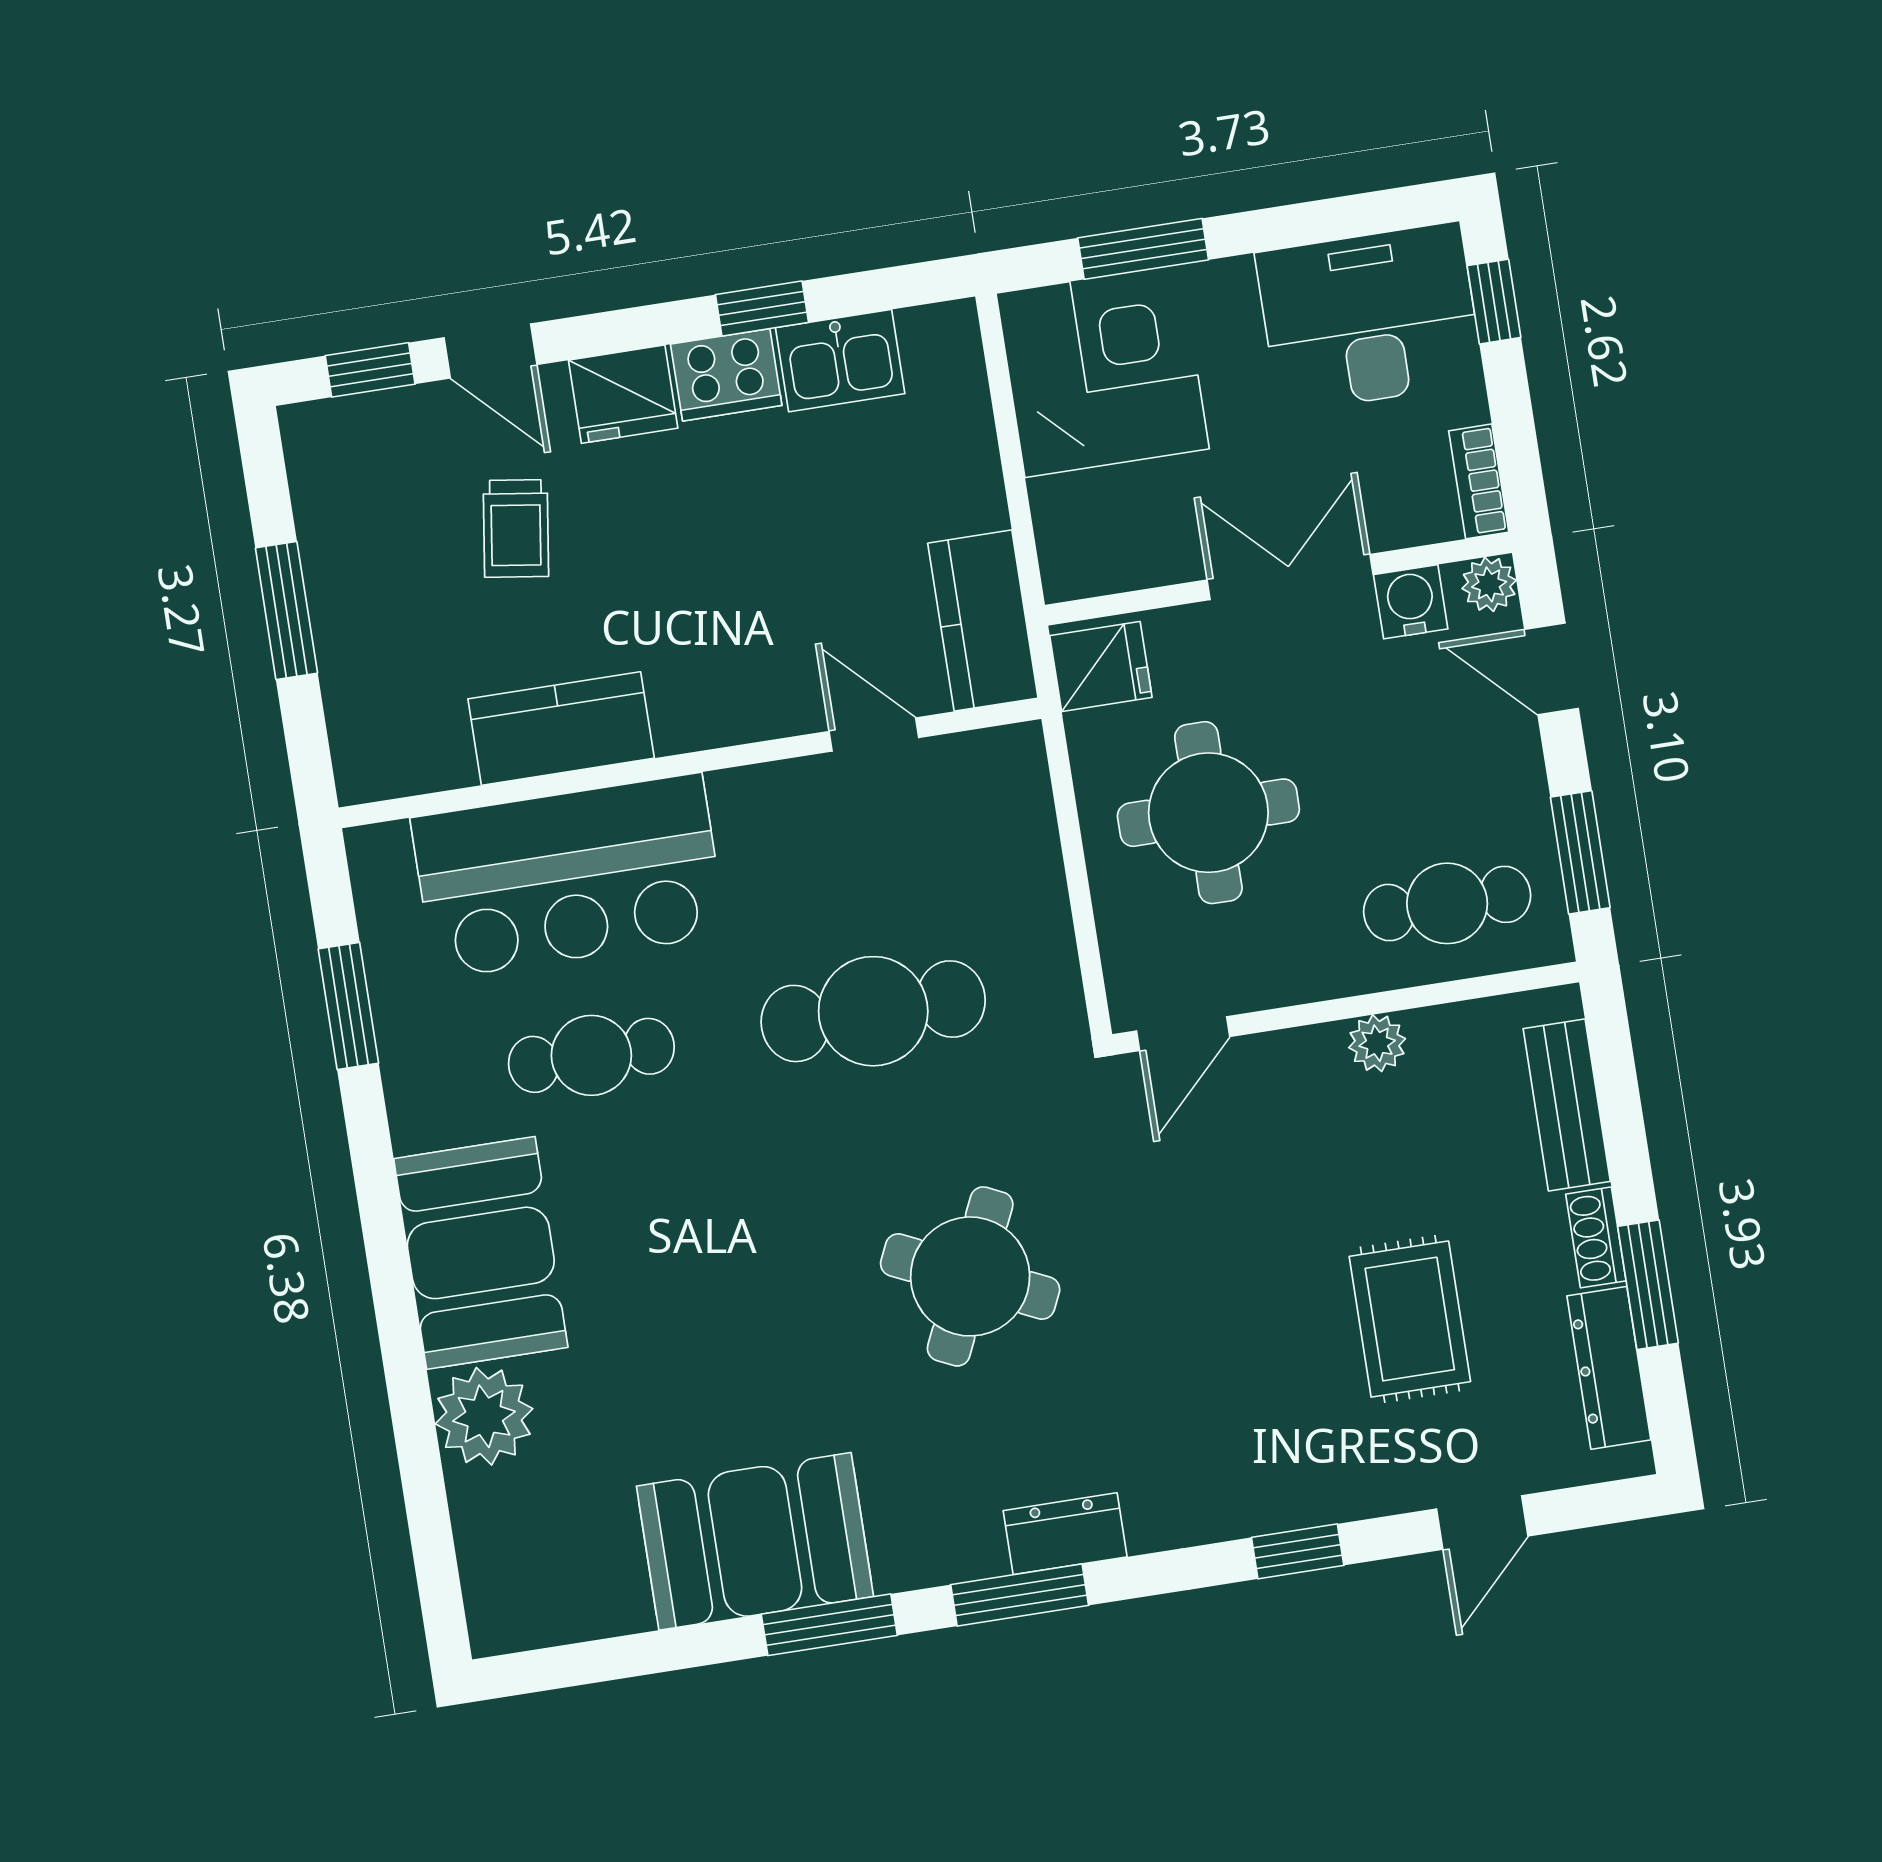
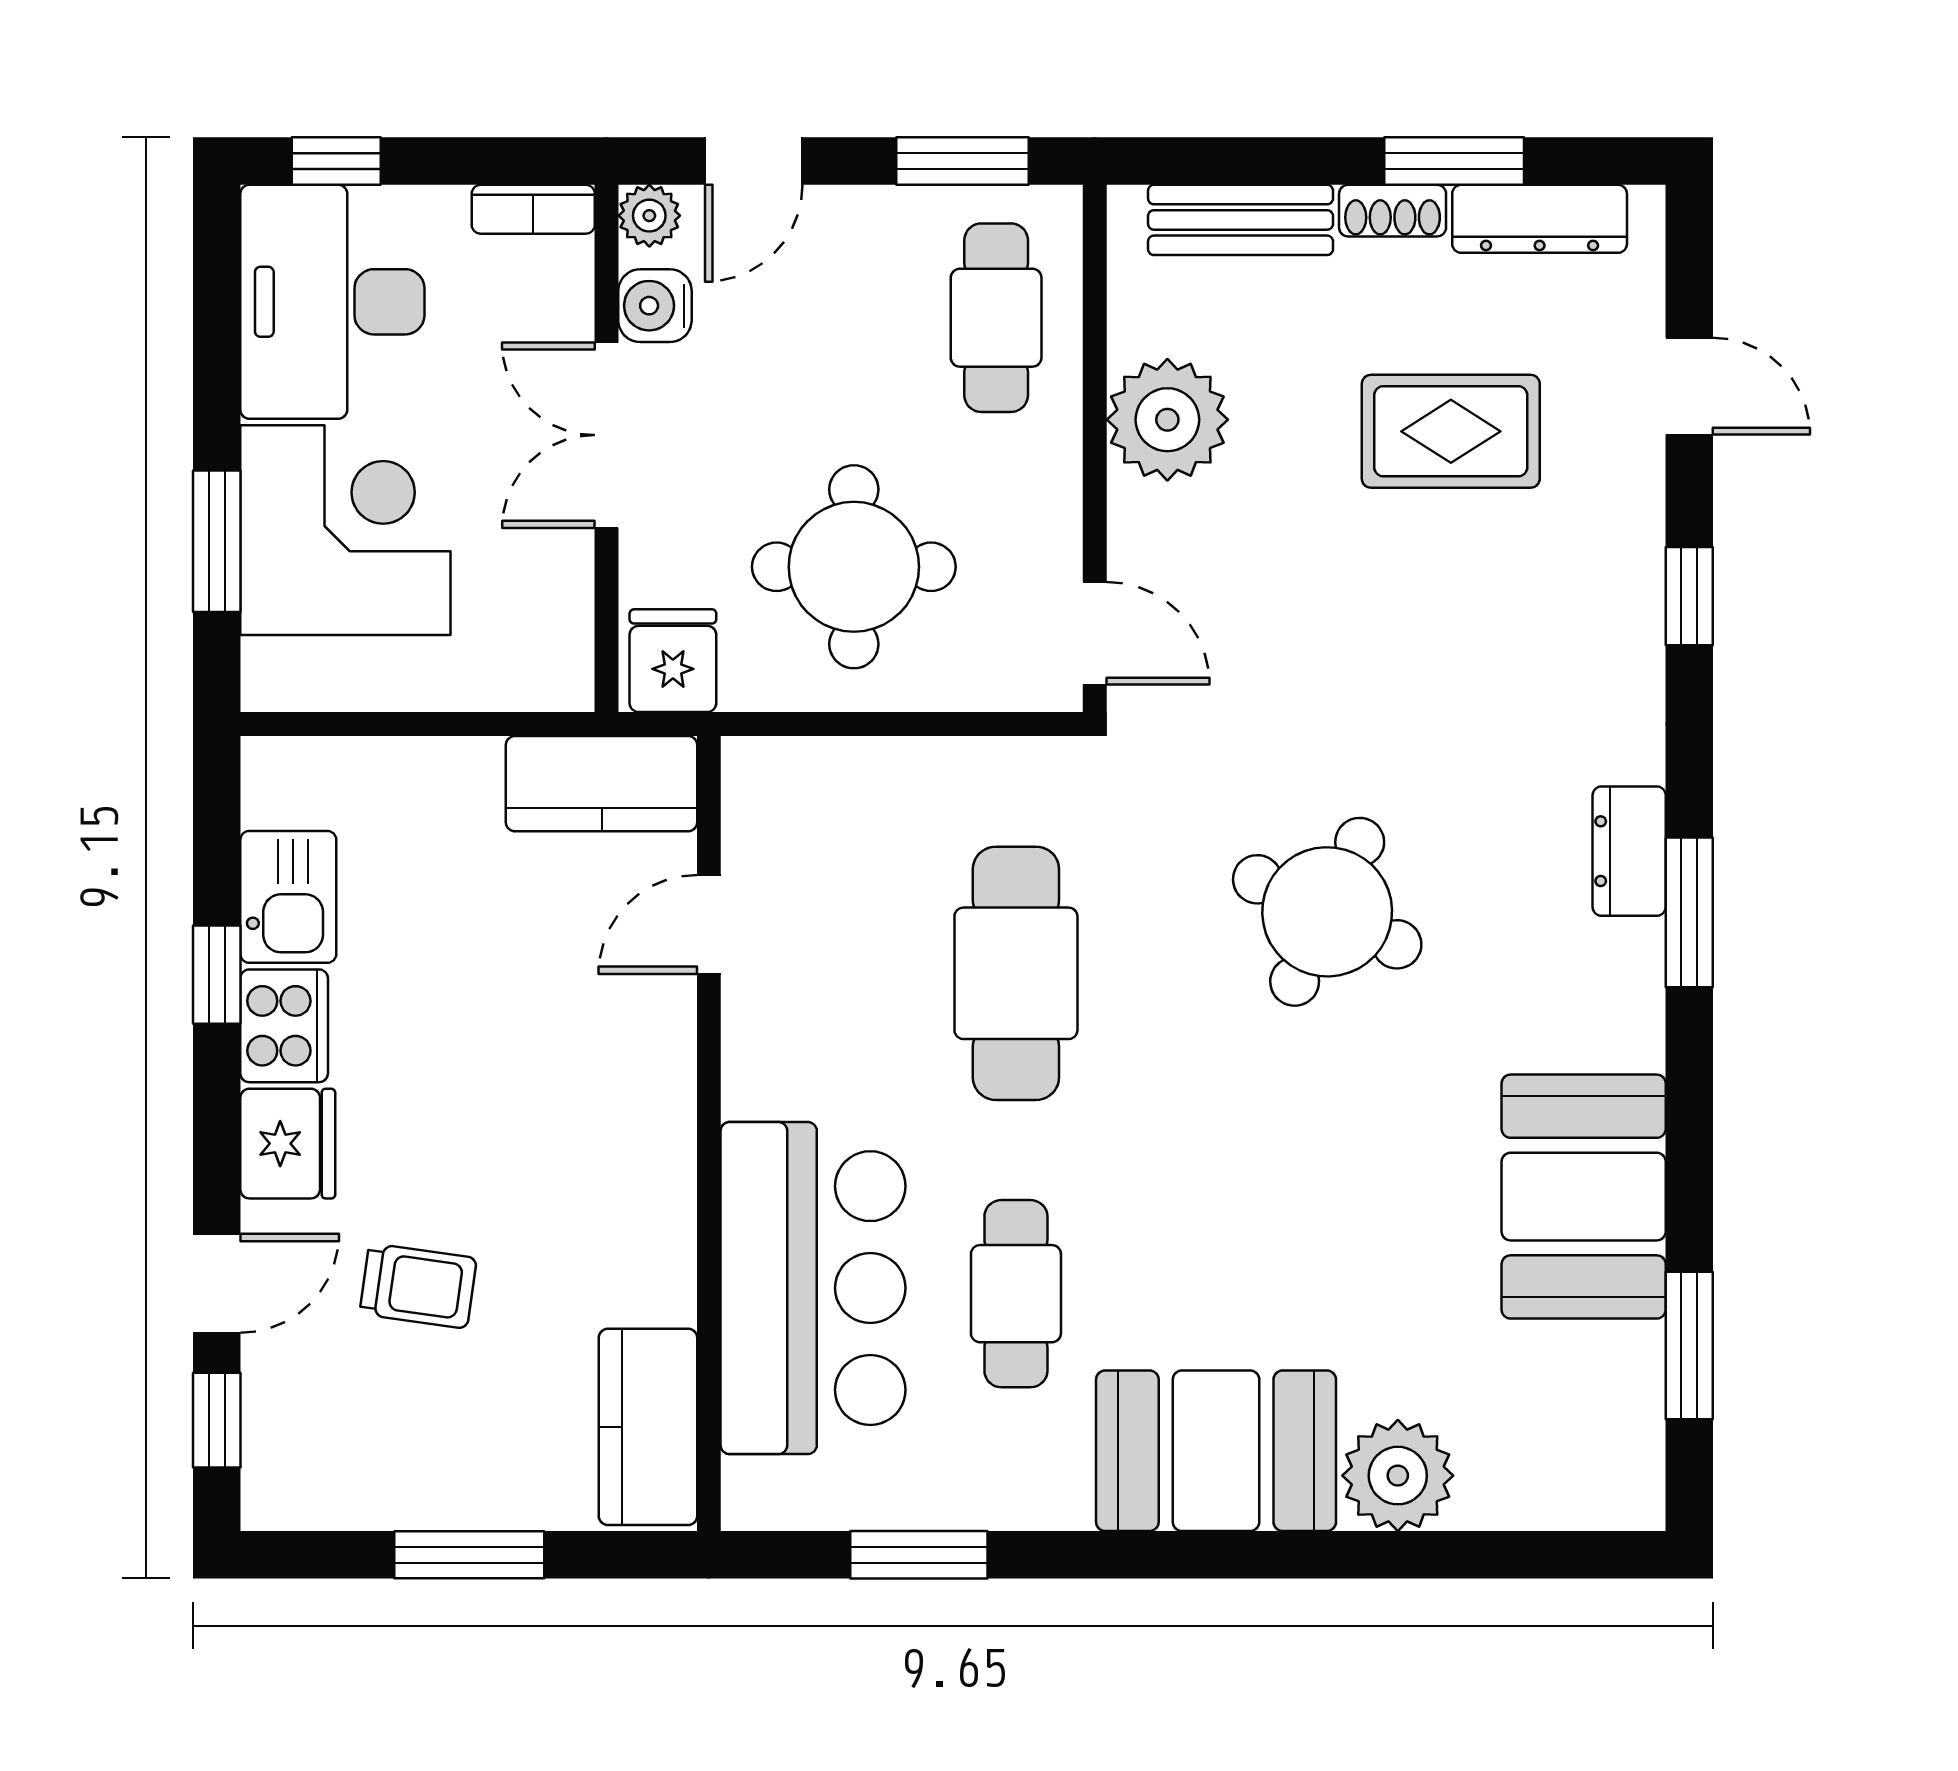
corner desk: (1103, 371) -> (345, 530), moved, turned 90
kitchen counter: (561, 729) -> (648, 1427), moved
plant: (1377, 1043) -> (1167, 420), width x1.88, depth x1.88
window: (829, 1625) -> (1689, 1345), moved

